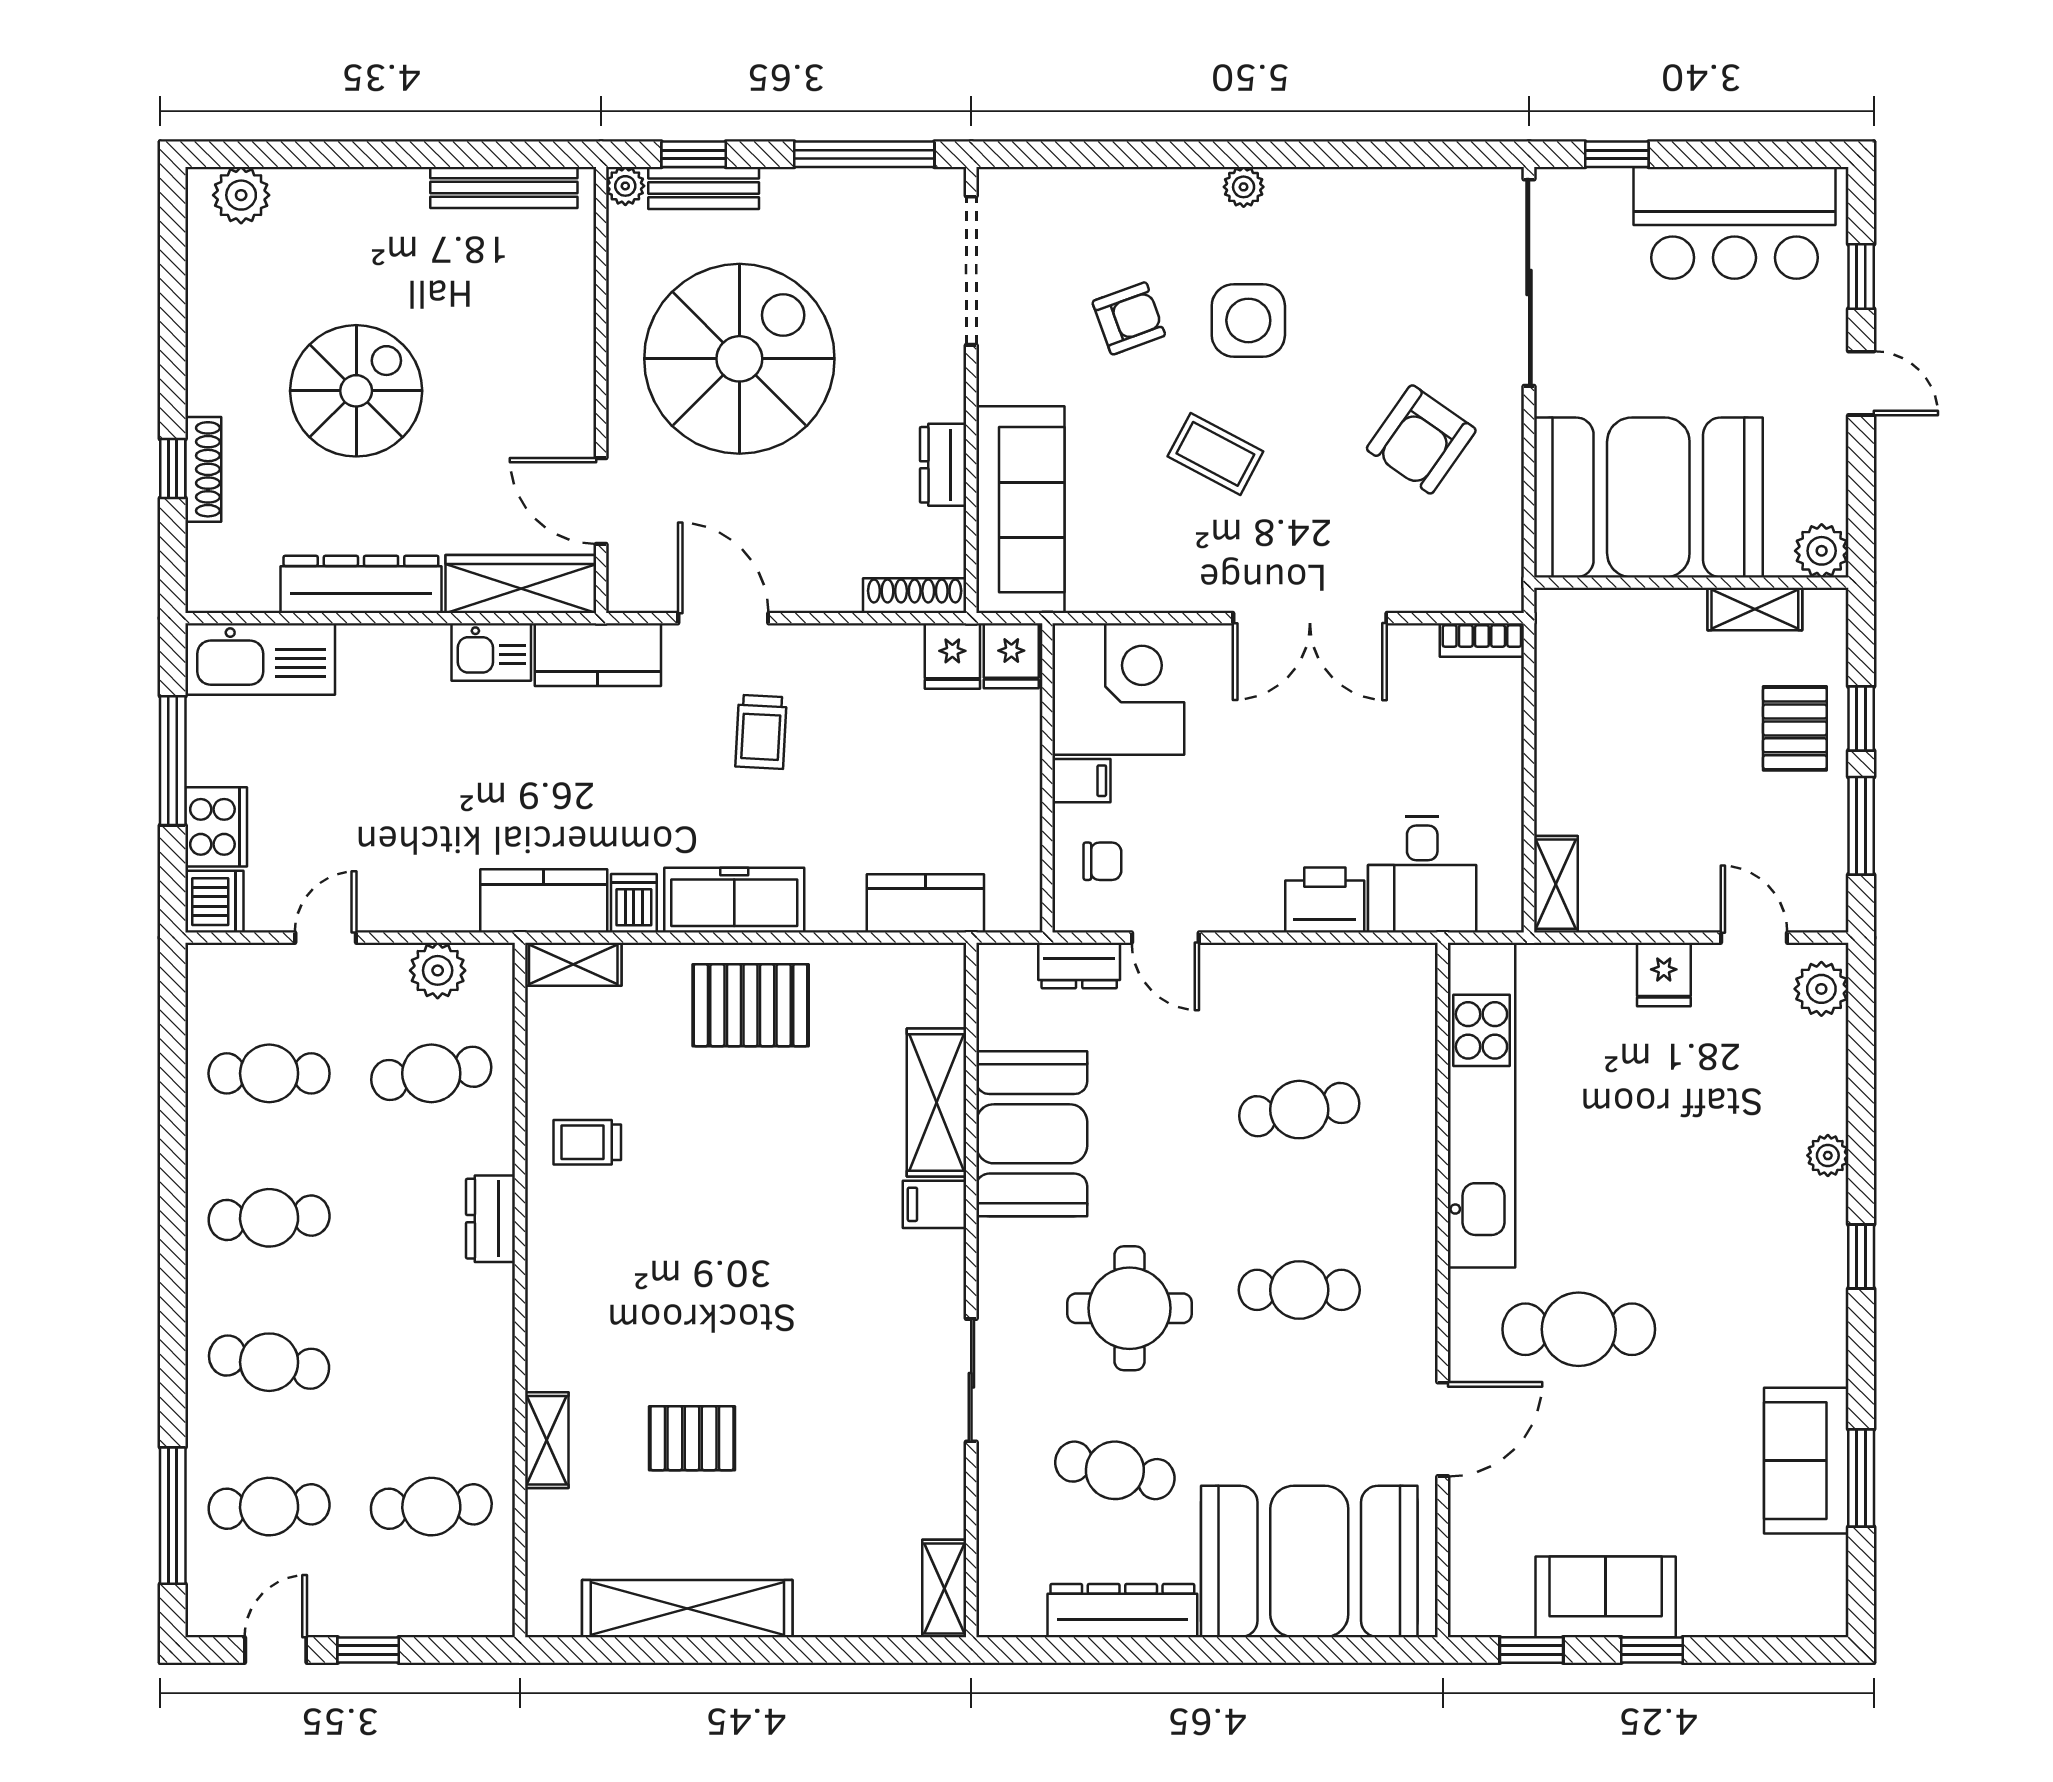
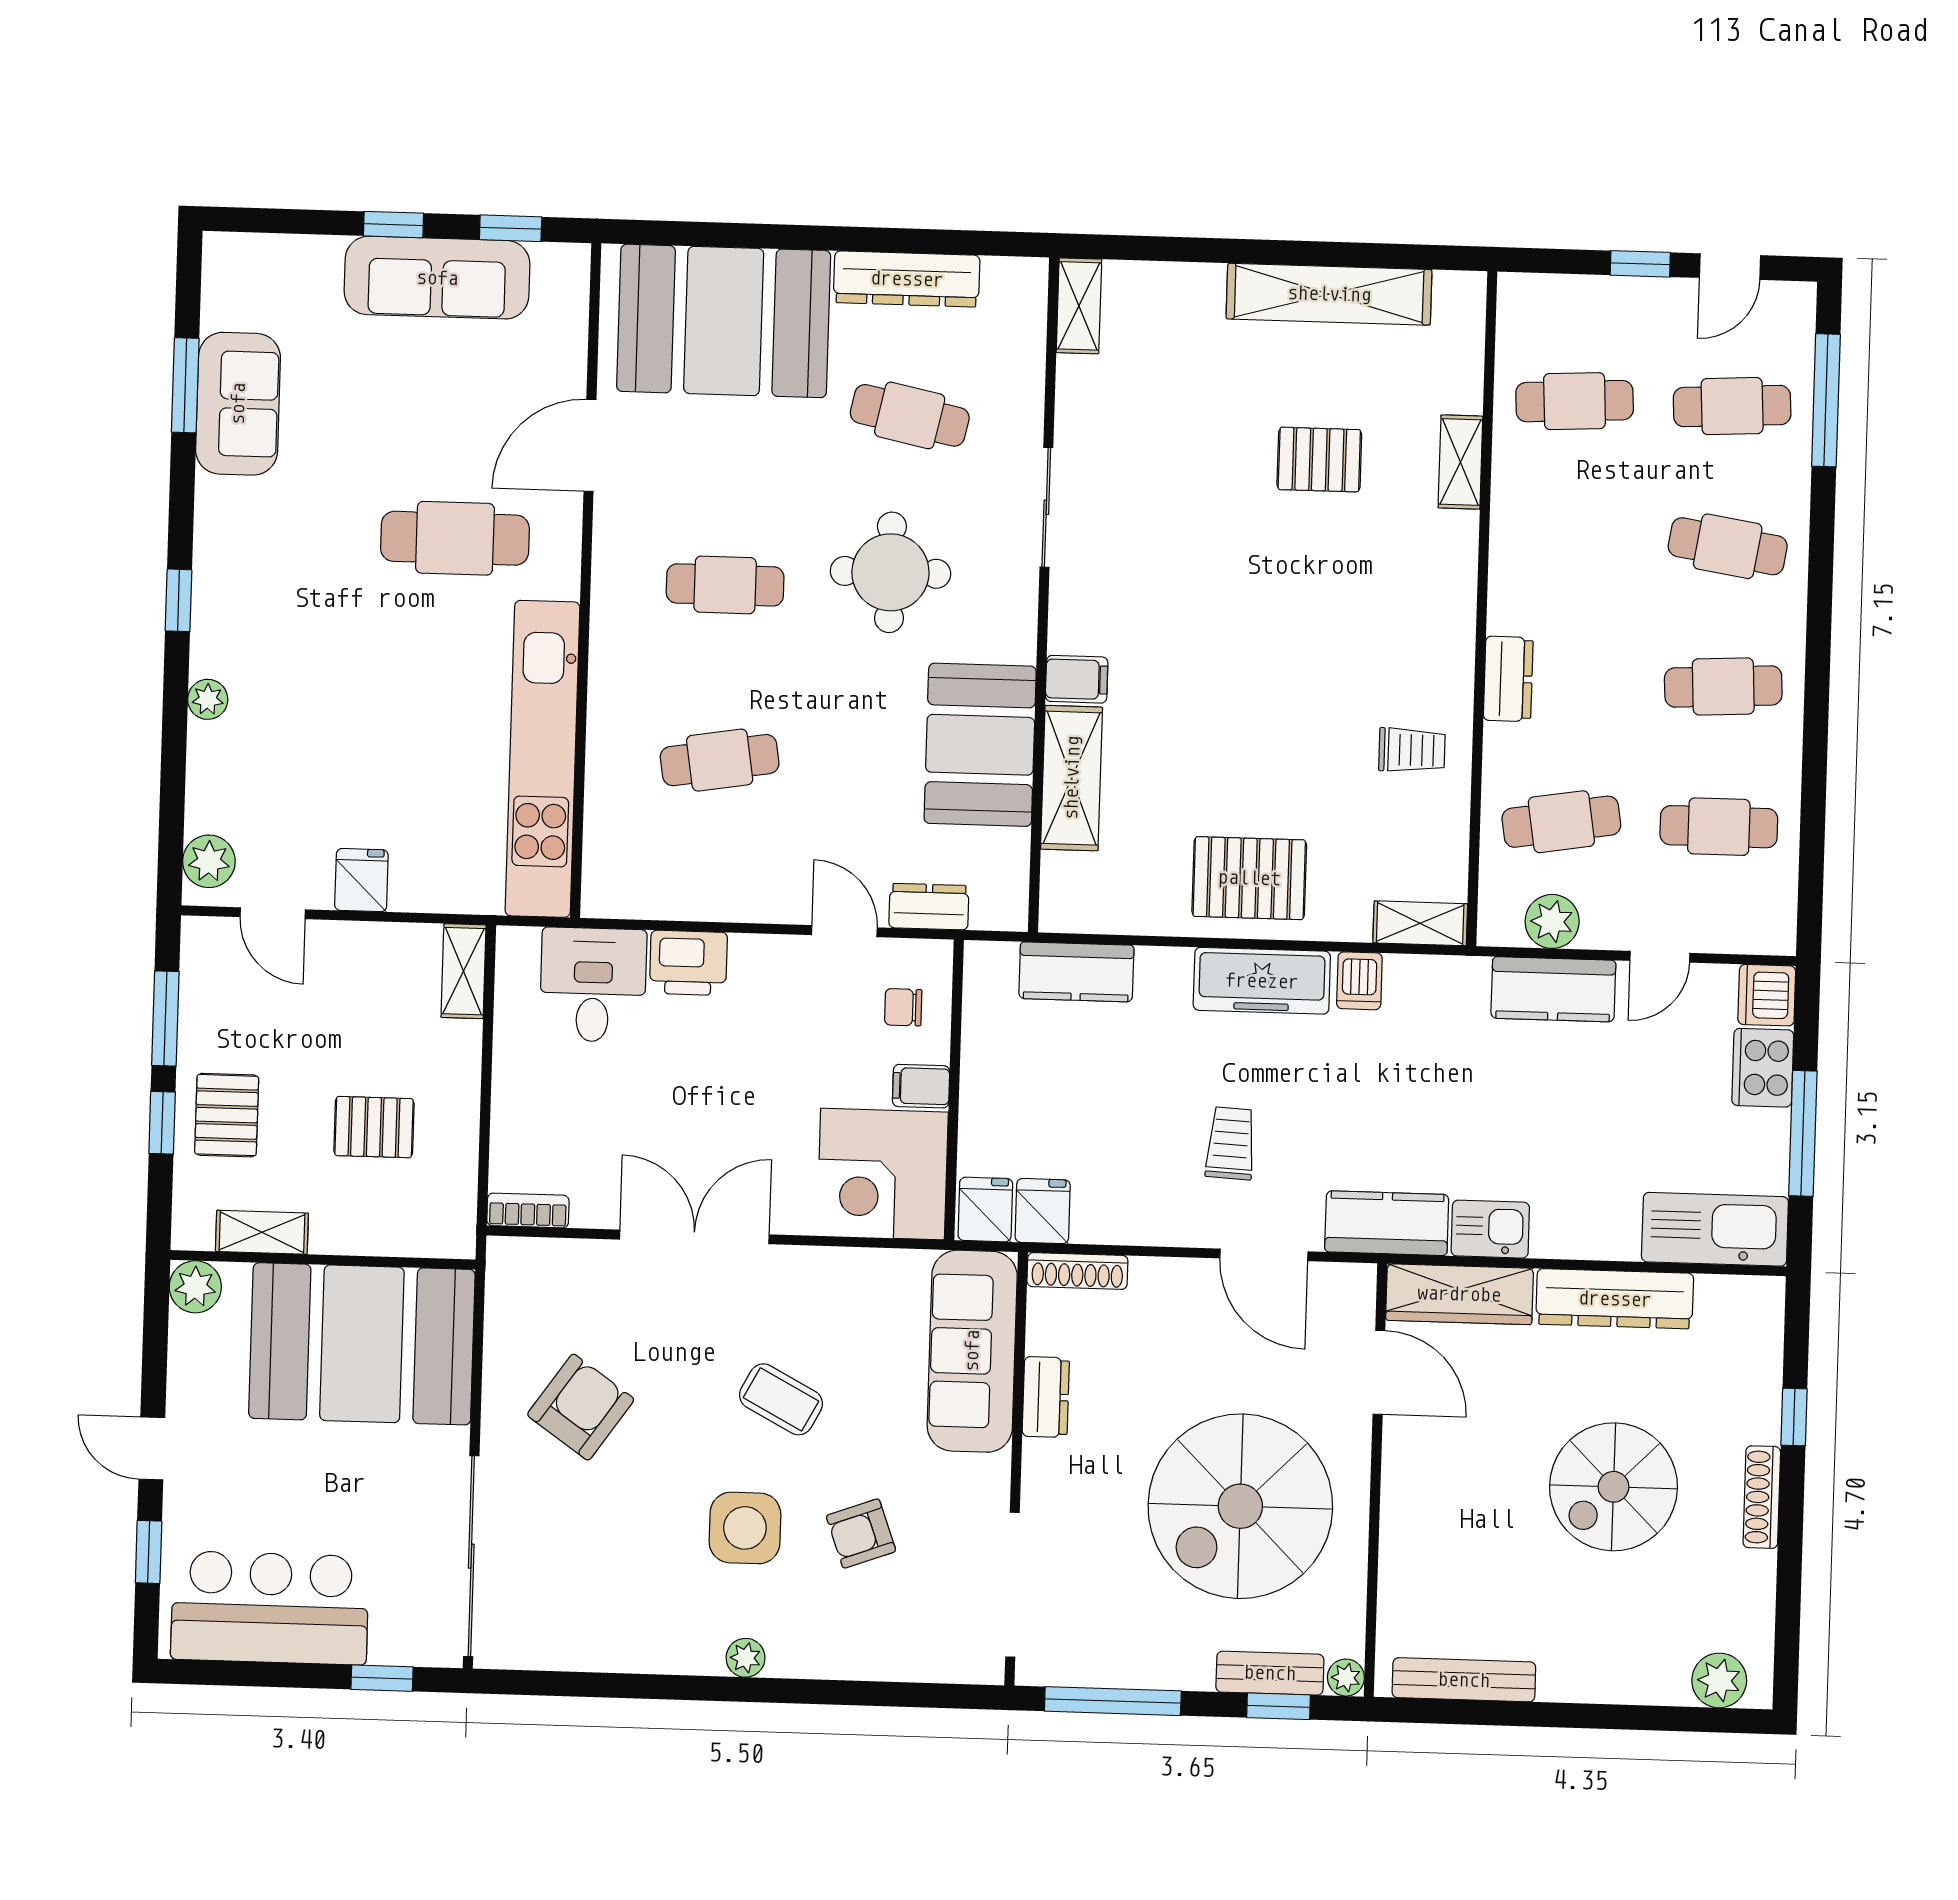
shoe rack: (203, 469) -> (1762, 1497), moved
pallet: (1643, 721) -> (374, 1127), added
kitchen counter: (544, 901) -> (1553, 989), moved
sofa: (1606, 1597) -> (437, 278), width x1.36

